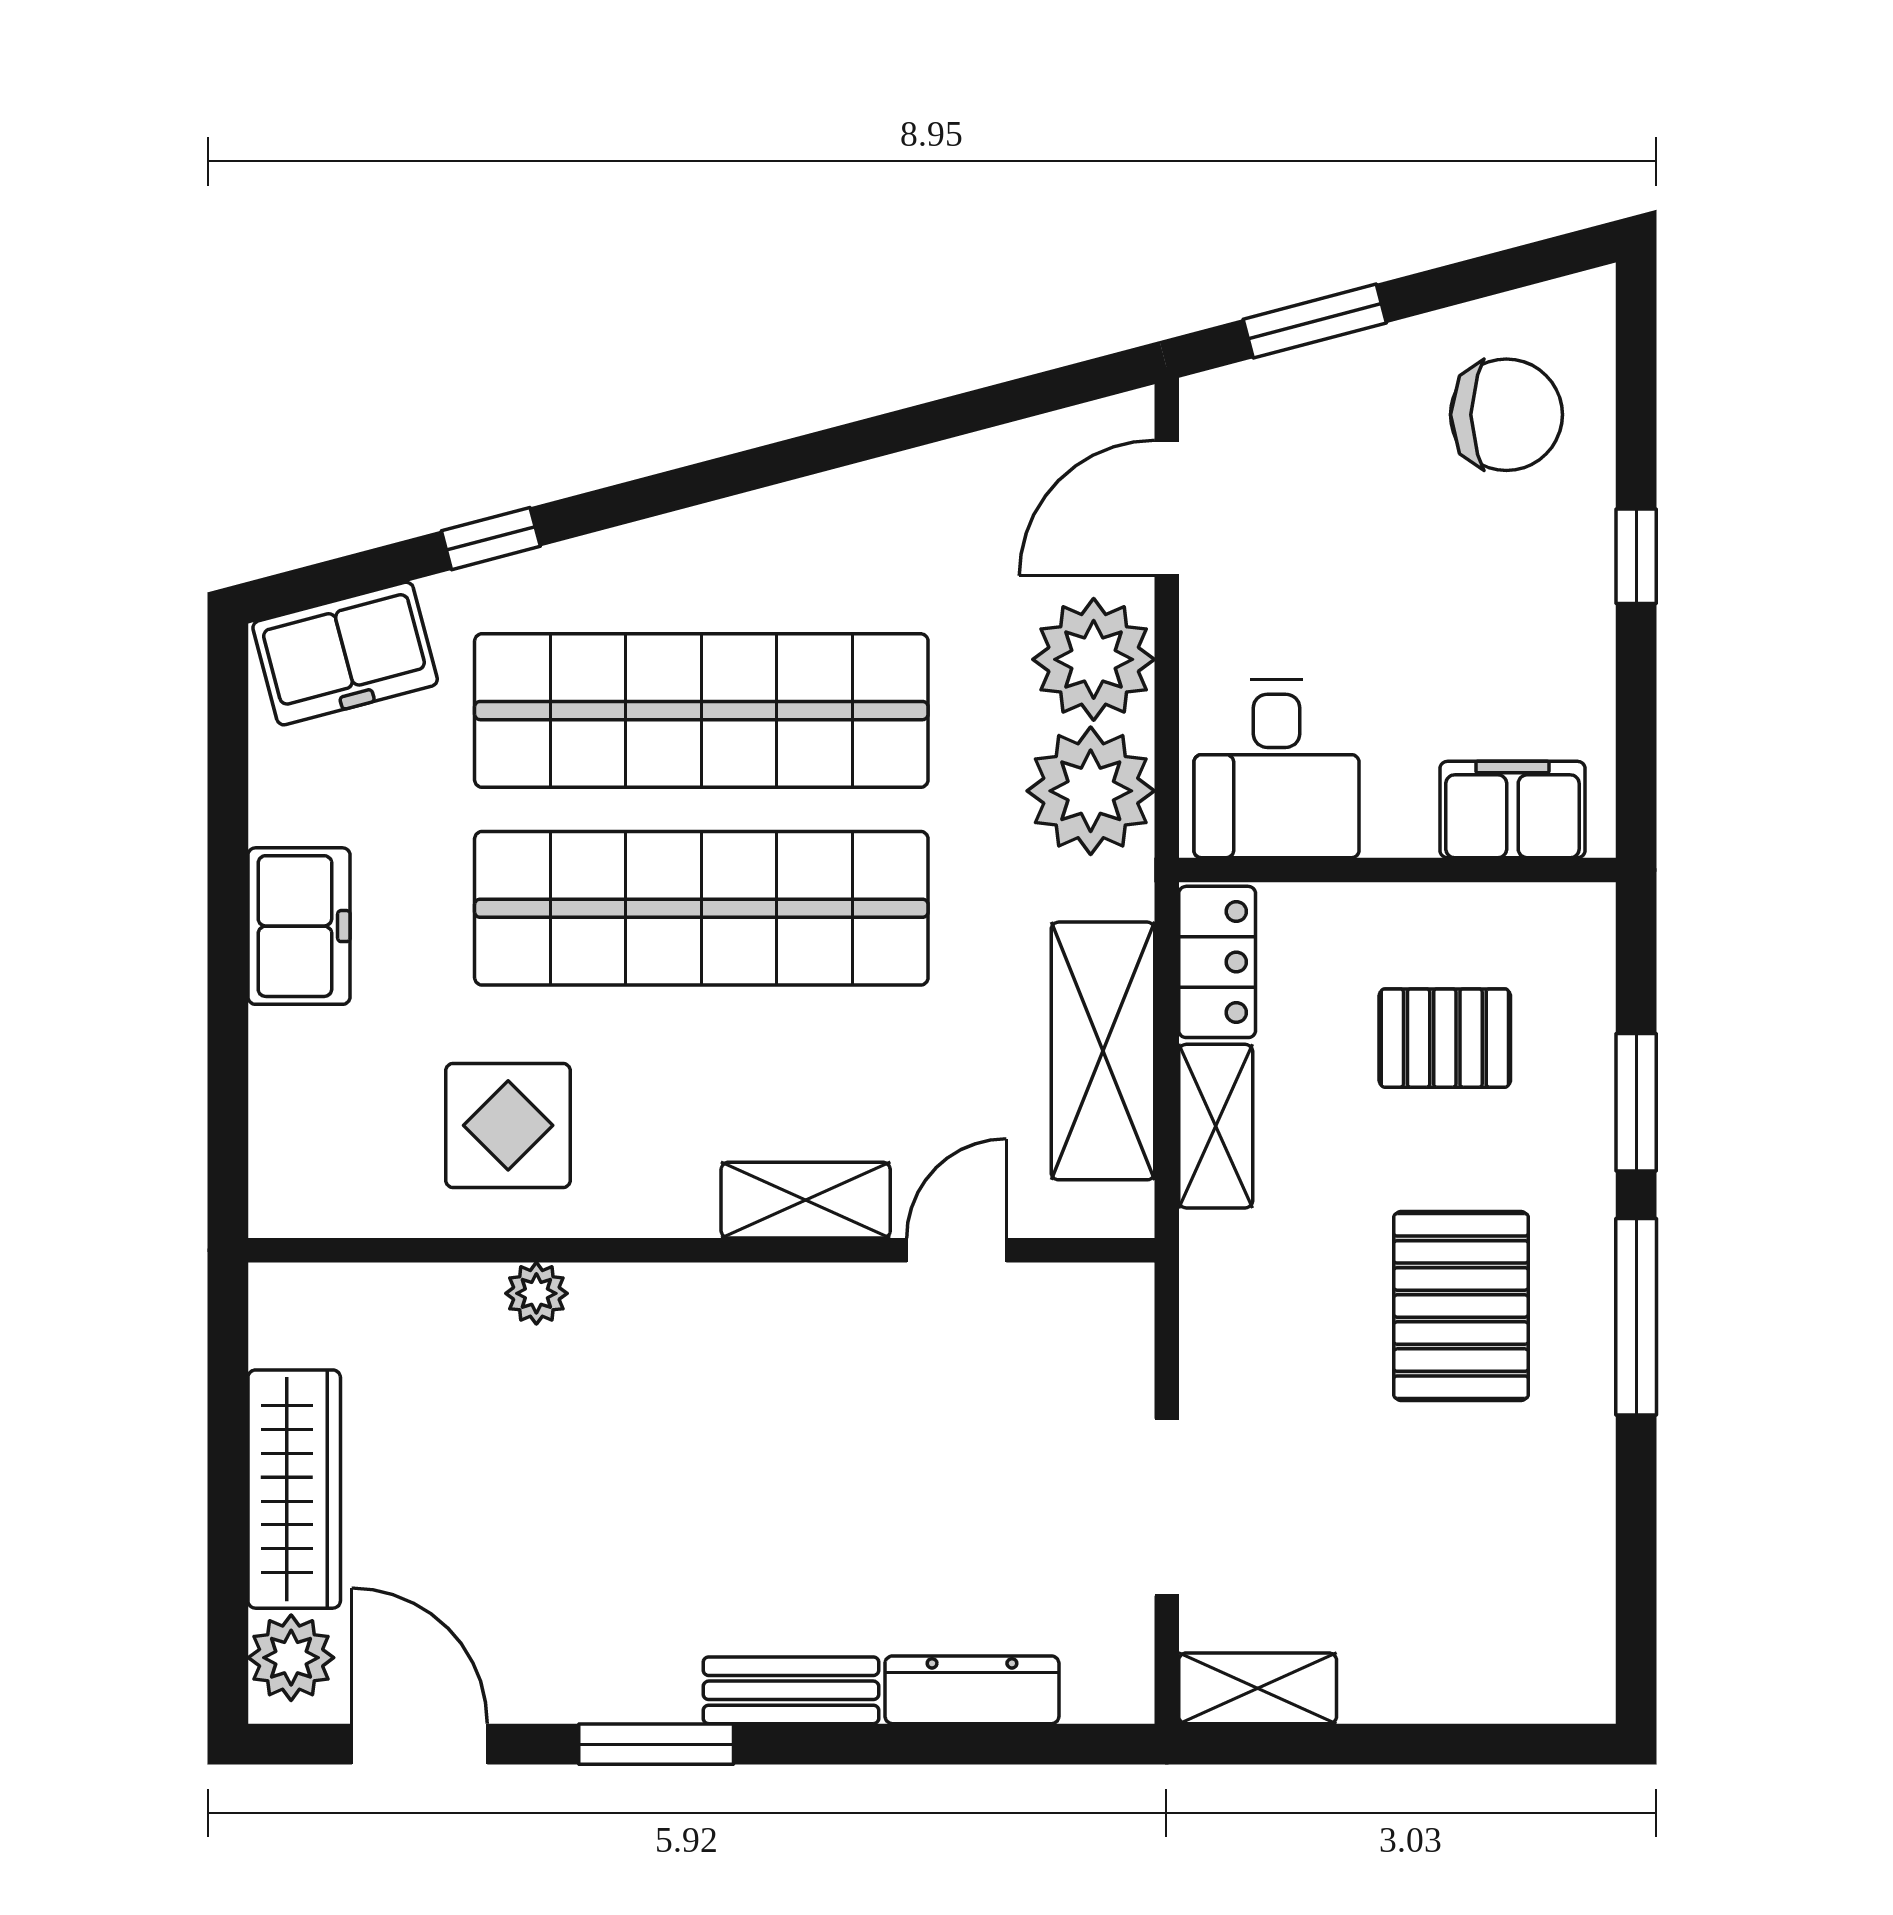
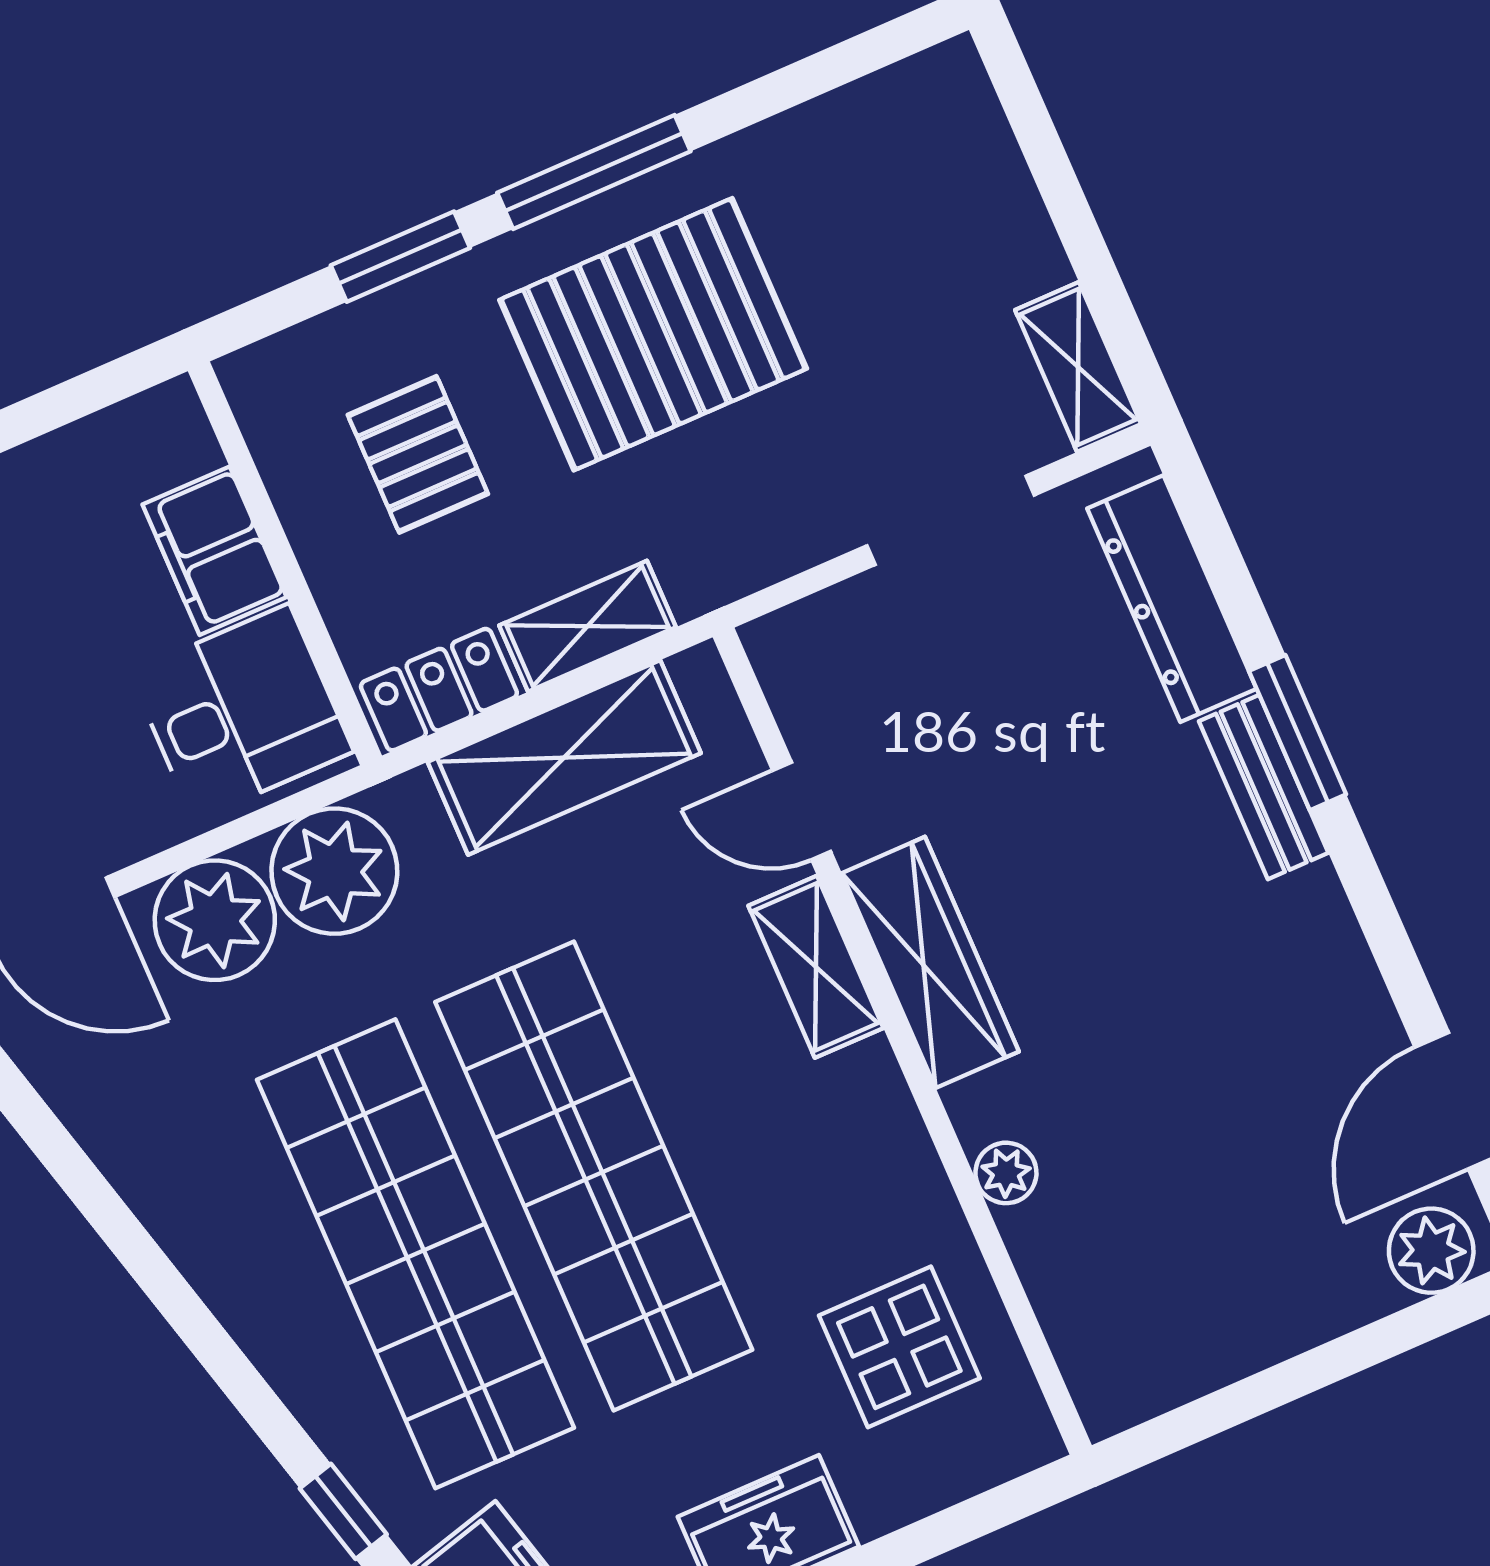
filing cabinet: (1512, 809) -> (215, 551), moved
display table: (508, 1125) -> (899, 1347), moved
pallet: (1461, 1306) -> (653, 334), width x1.37, depth x1.41
wardrobe: (294, 1489) -> (930, 962), moved, turned 90
dresser: (972, 1690) -> (1172, 599), width x1.37, depth x1.24
window: (656, 1744) -> (1298, 733), moved

